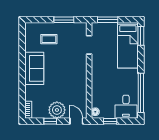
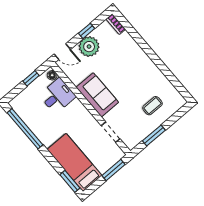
sofa: (34, 68) -> (97, 95), moved, turned 180
desk: (126, 107) -> (57, 96), moved, turned 90

